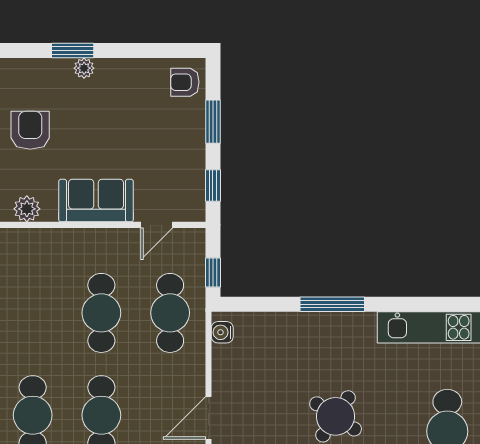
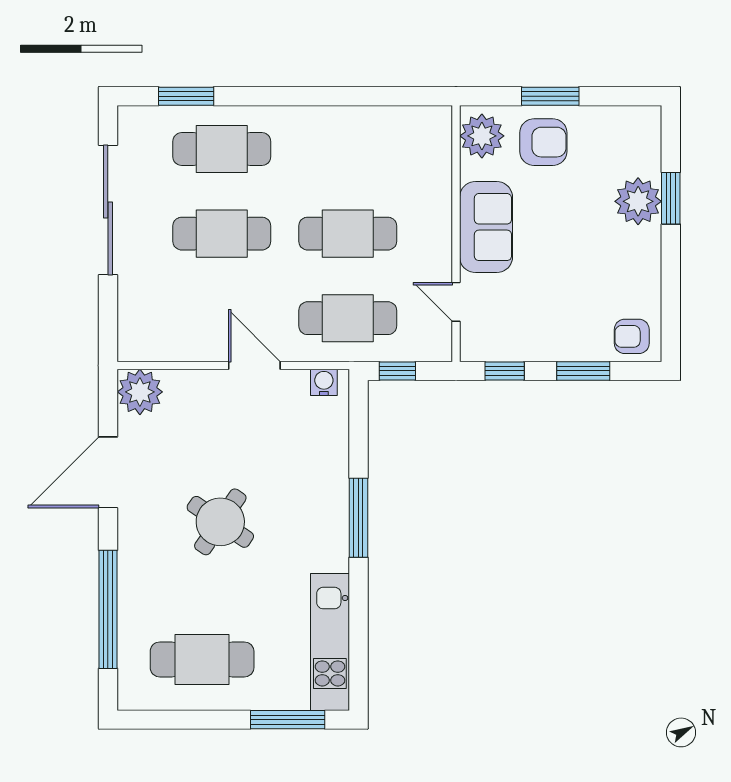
plant: (84, 68) -> (638, 201), width x1.87, depth x1.87
armchair: (185, 82) -> (632, 336), turned -90
armchair: (30, 130) -> (543, 142), moved
plant: (27, 209) -> (482, 136), width x1.36, depth x1.36
door: (208, 418) -> (254, 365), moved

